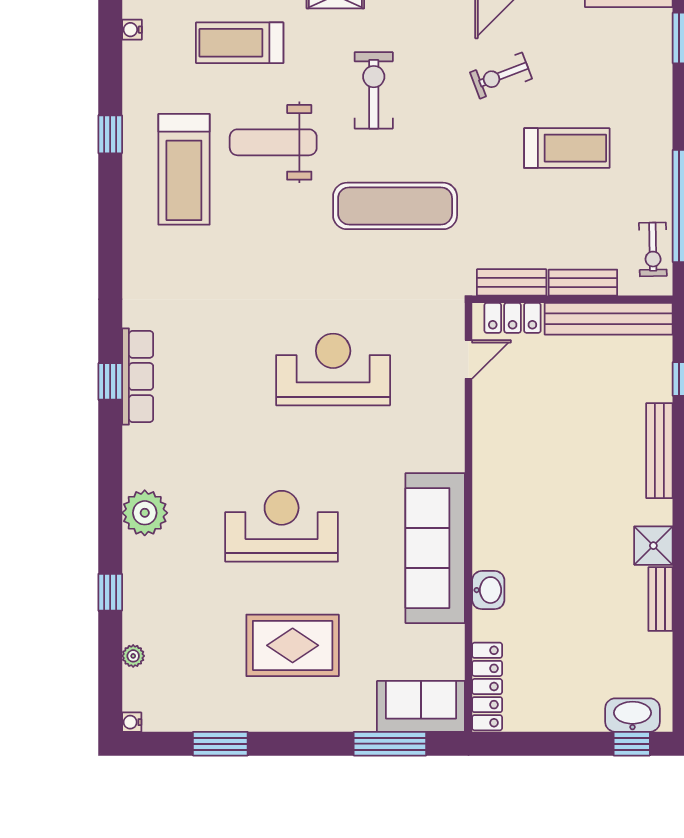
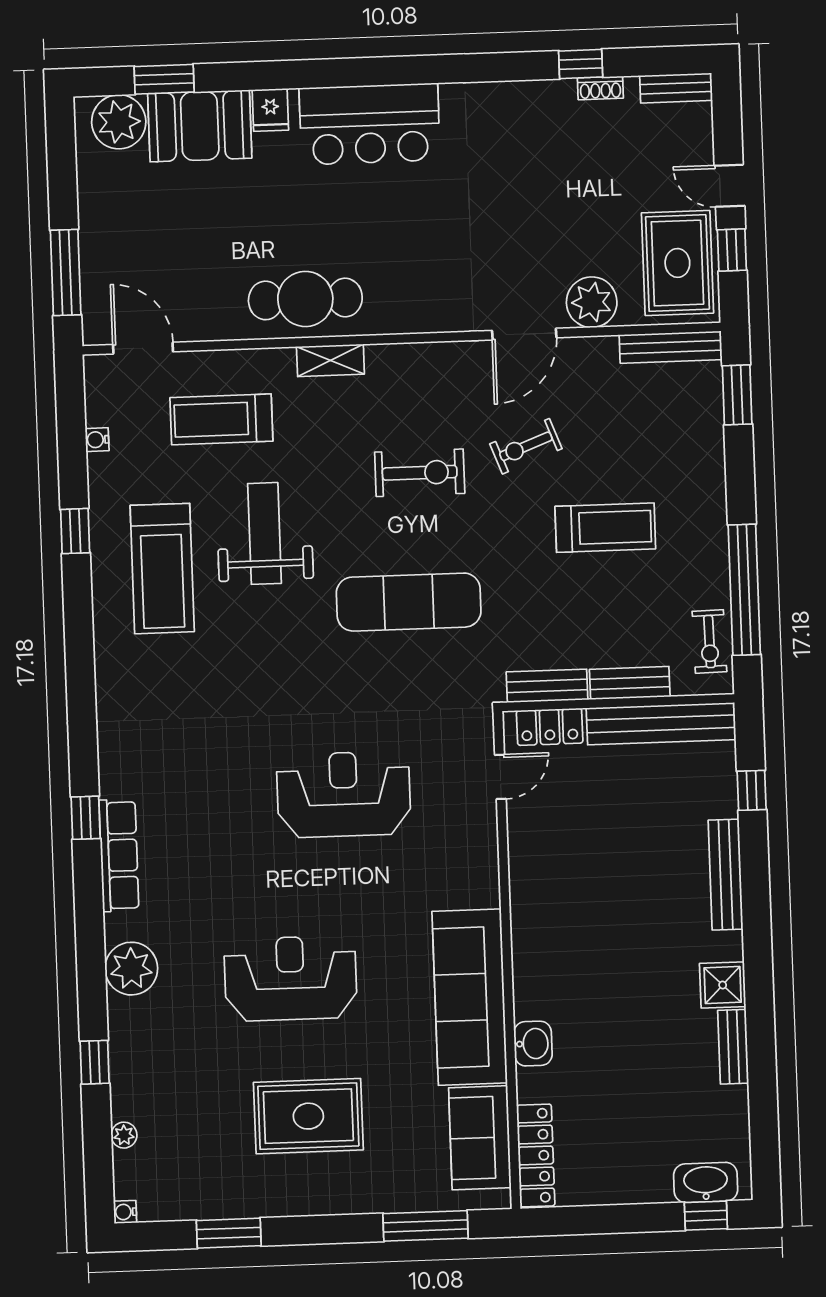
water cooler: (132, 30) -> (97, 440), moved
exercise bike: (374, 90) -> (420, 473), moved, turned 90
weight bench: (273, 142) -> (265, 533), turned 90
row of seats: (138, 376) -> (119, 855), moved
sofa: (421, 706) -> (480, 1138), moved, turned -90

